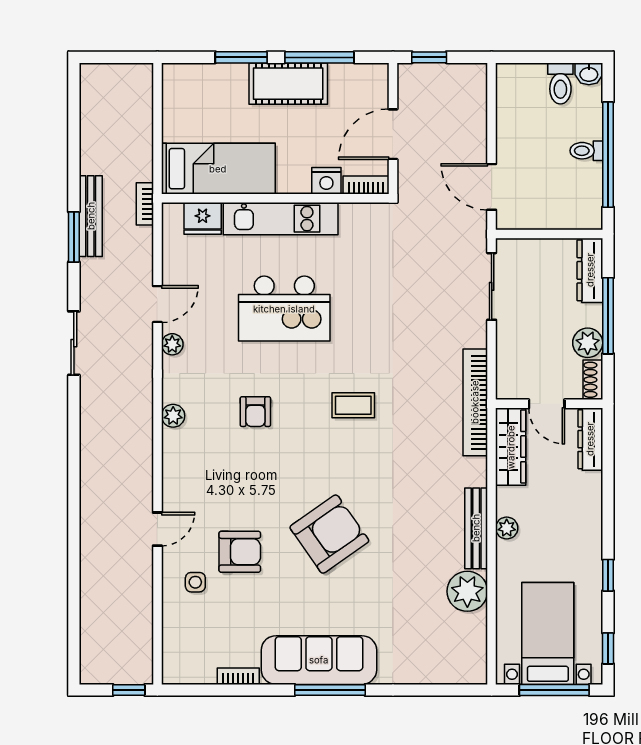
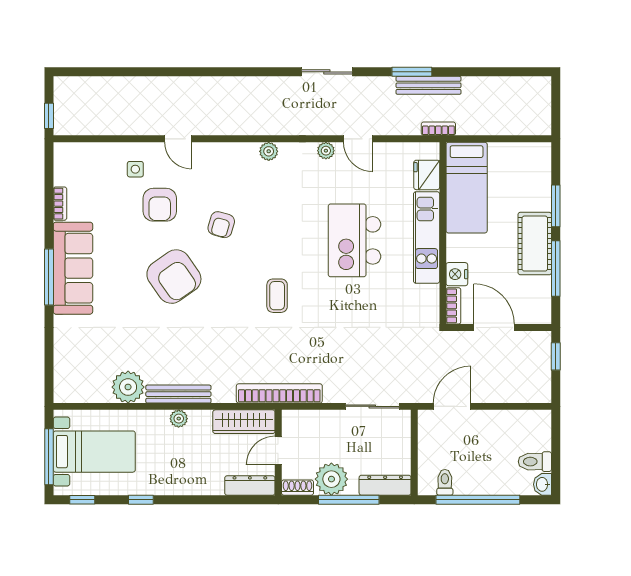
toilet: (586, 151) -> (445, 482), moved
plant: (588, 343) -> (331, 479), width x1.36, depth x1.36
armchair: (255, 412) -> (221, 225), moved, turned -74

